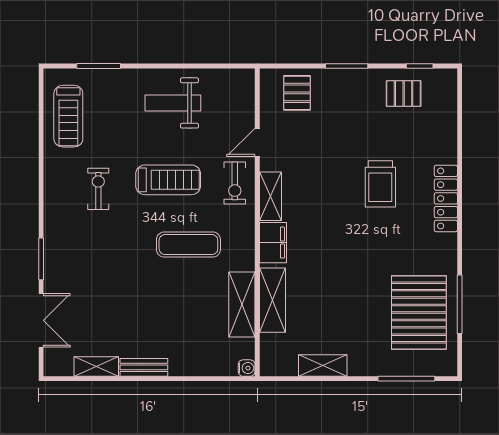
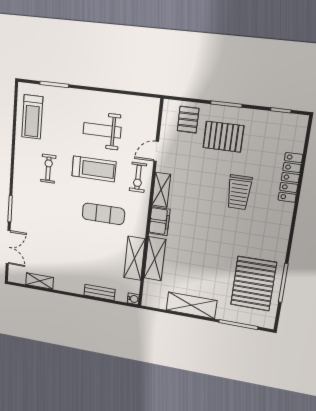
pallet: (404, 94) -> (223, 137), moved, width x1.50, depth x1.42
weight bench: (173, 103) -> (102, 130), moved
locker: (446, 198) -> (290, 178), moved
shelving: (323, 366) -> (191, 305), width x1.50, depth x1.33
bench: (144, 367) -> (100, 292), moved

